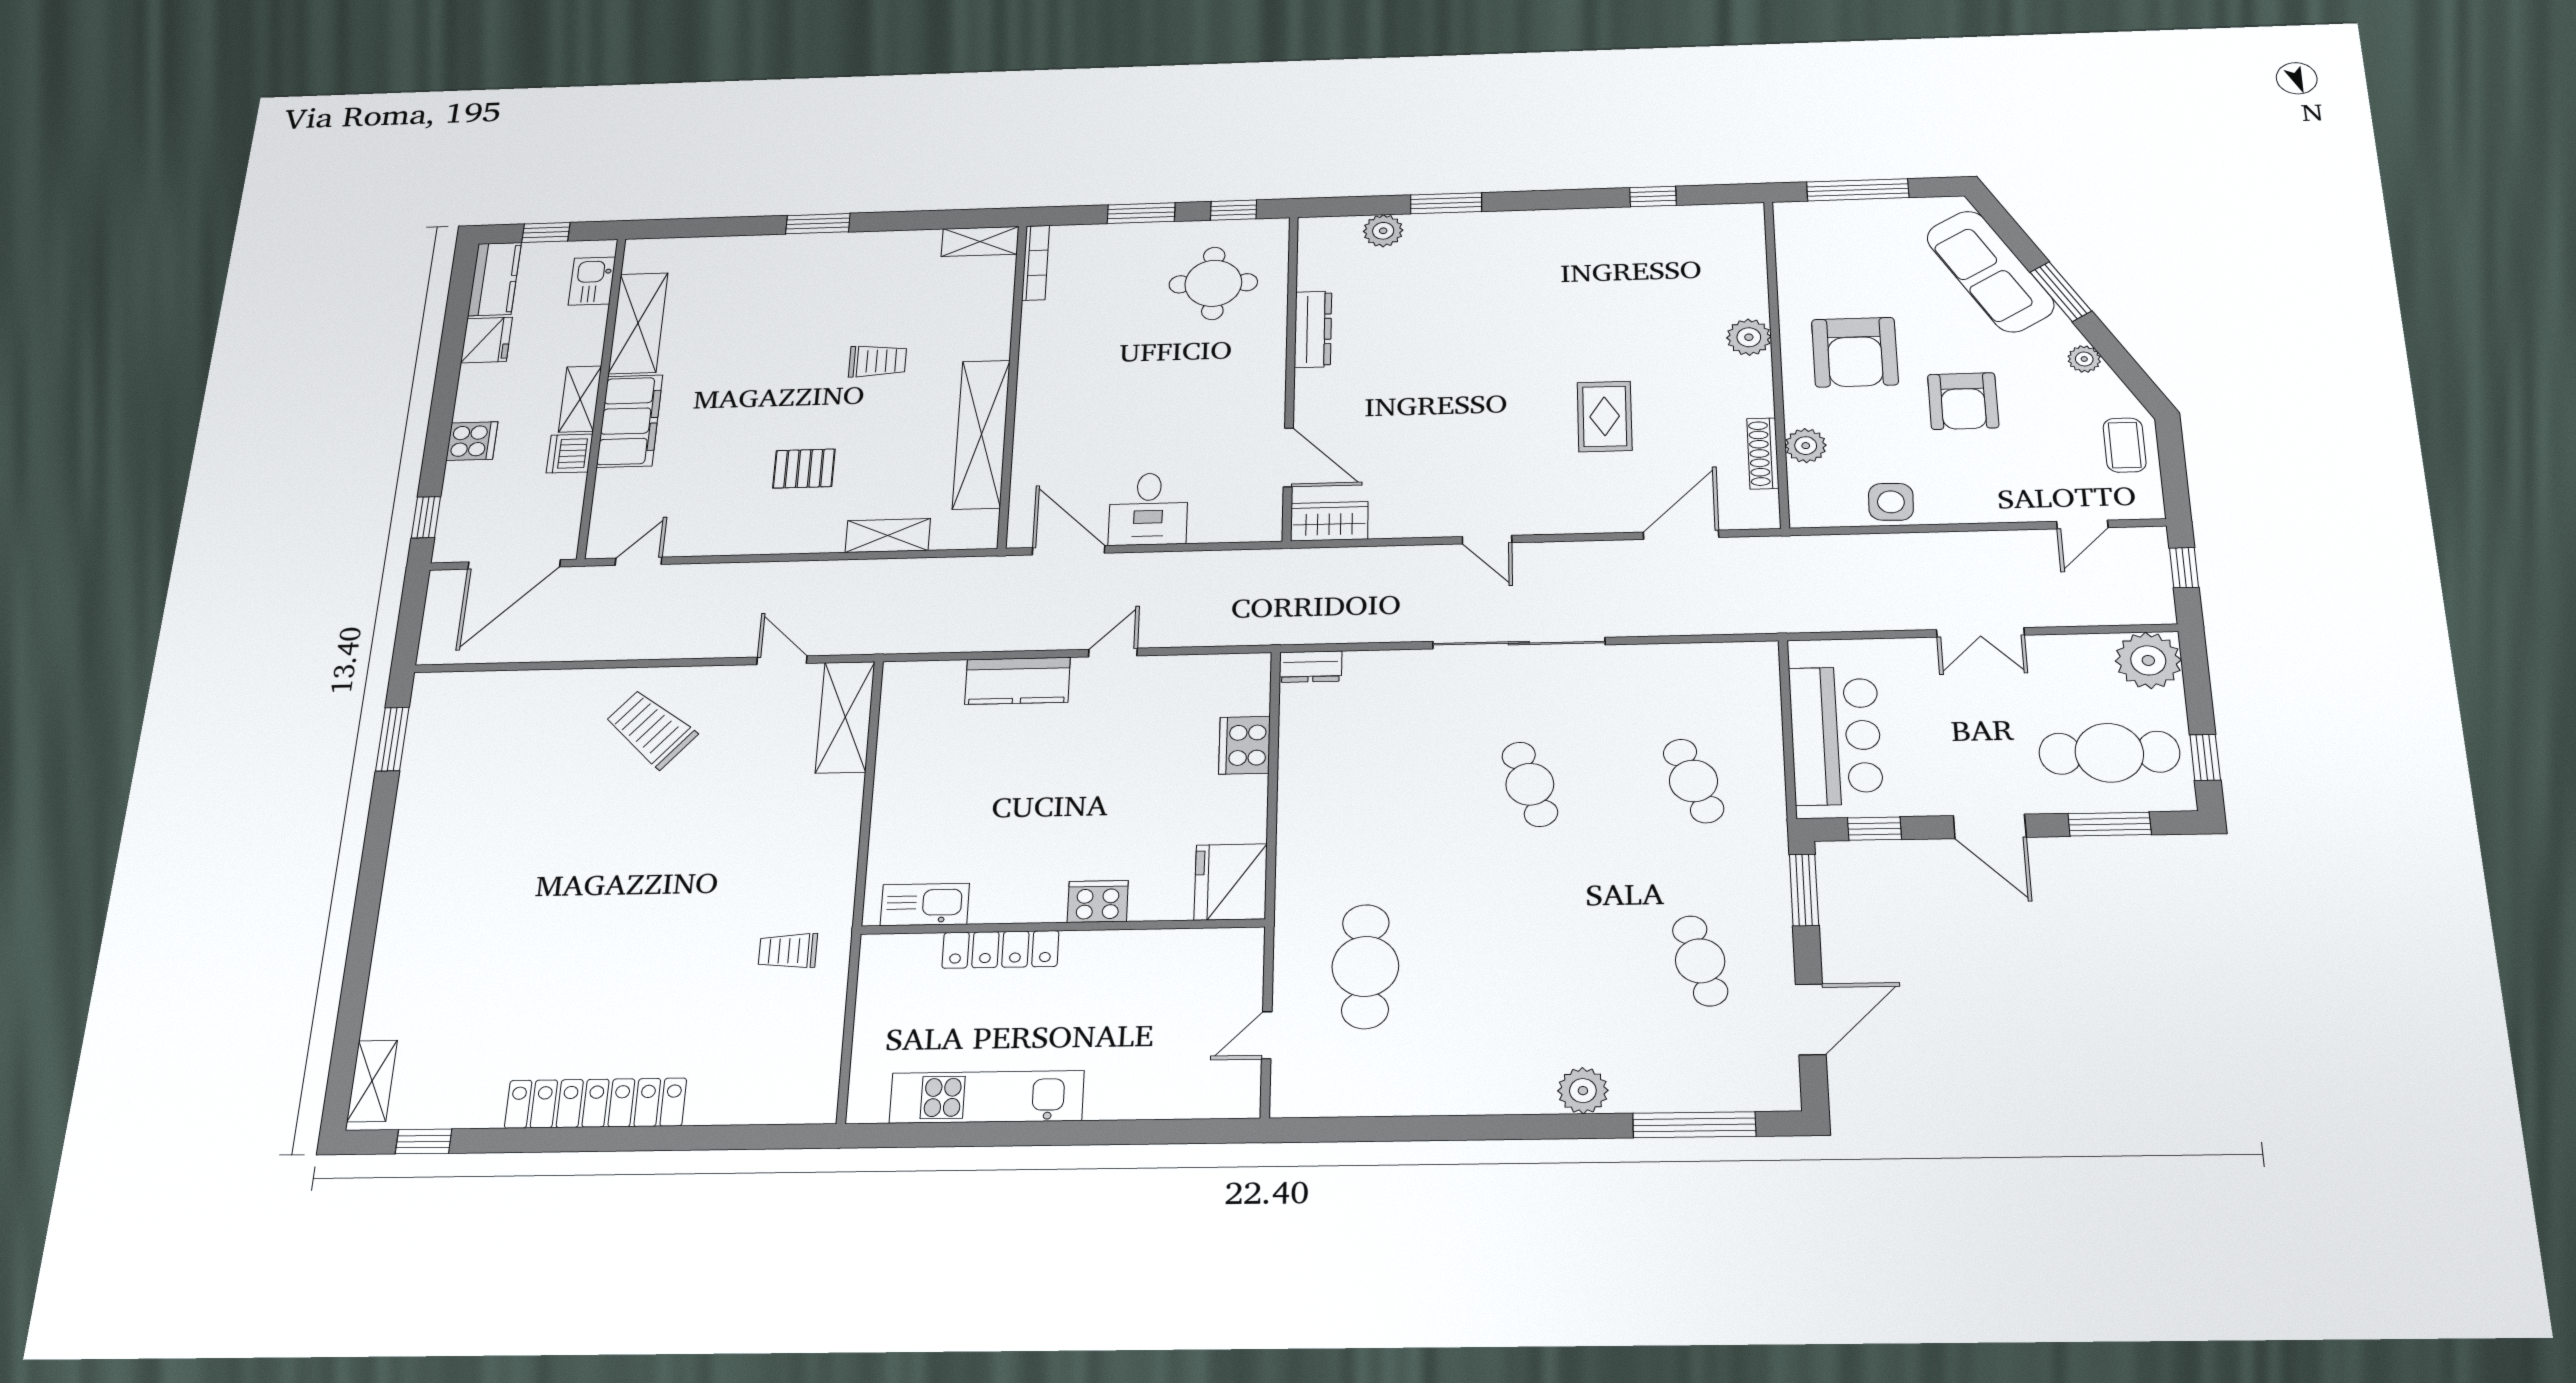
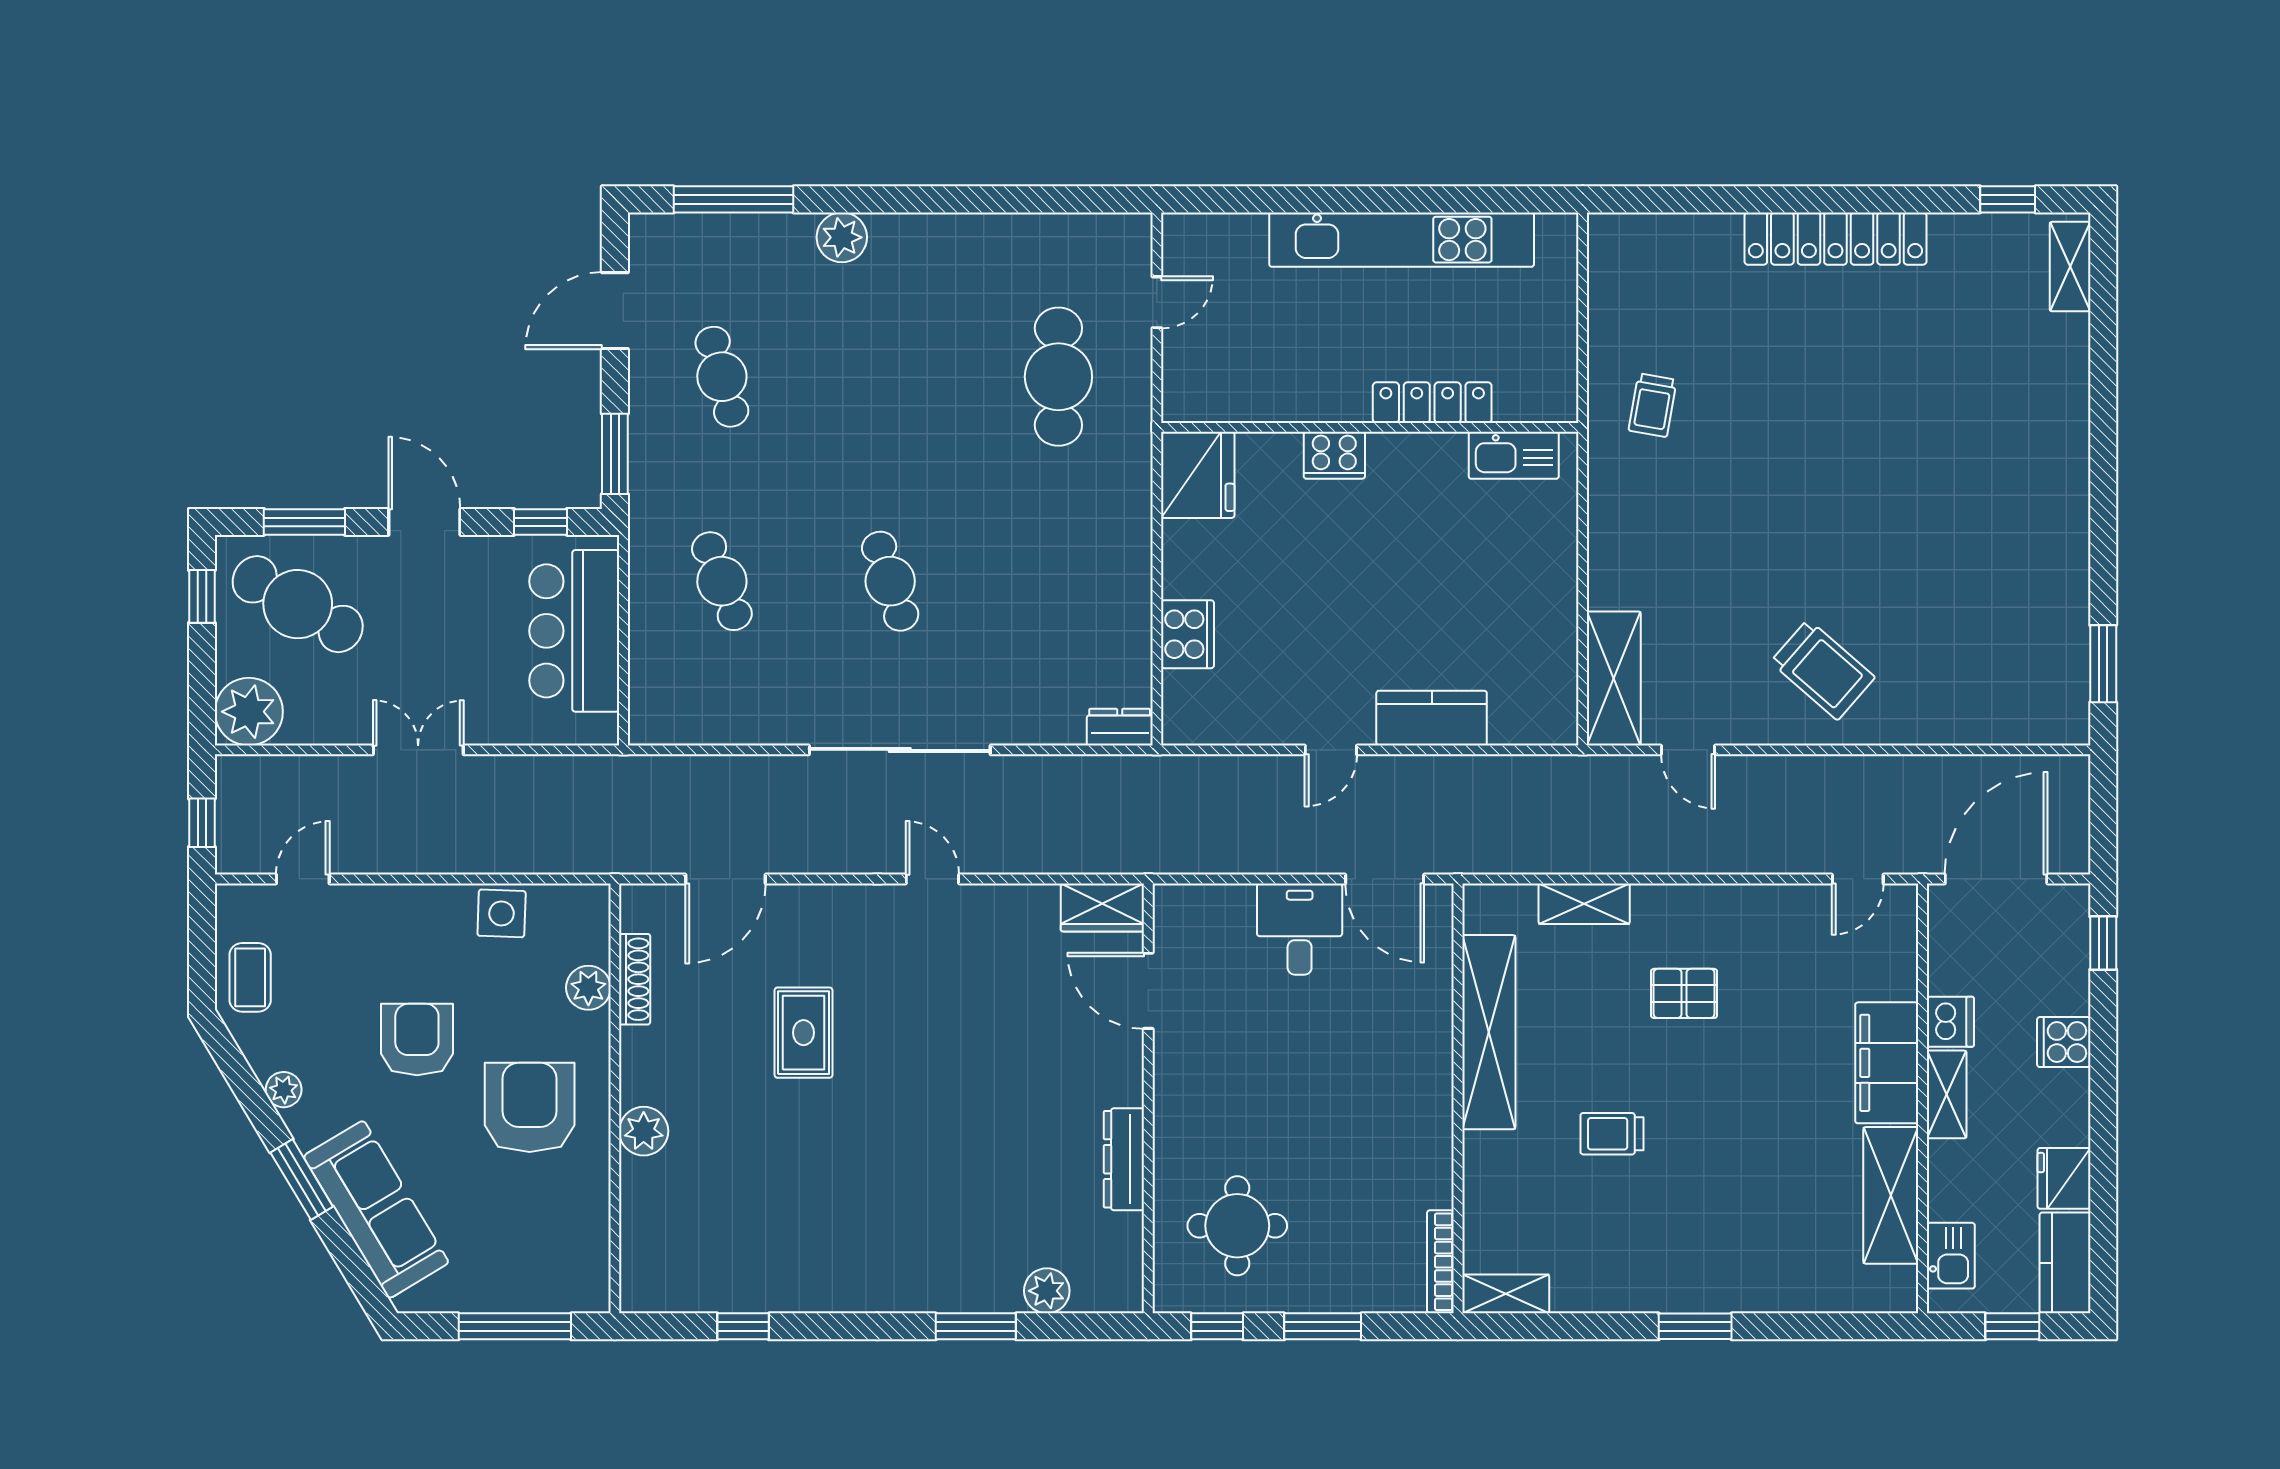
cafe table: (2109, 753) -> (298, 604), turned 30
trolley: (788, 951) -> (1653, 405), turned 100
kitchen unit: (987, 1097) -> (1402, 240), width x1.36

